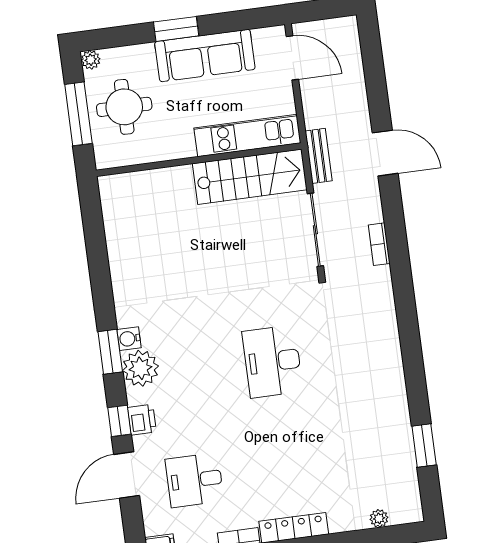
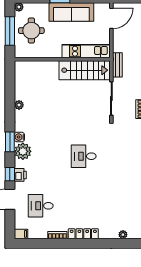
door: (292, 58) -> (111, 18), hinge flipped
plant: (119, 270) -> (19, 105), added
desk: (272, 361) -> (84, 156), width x0.73

